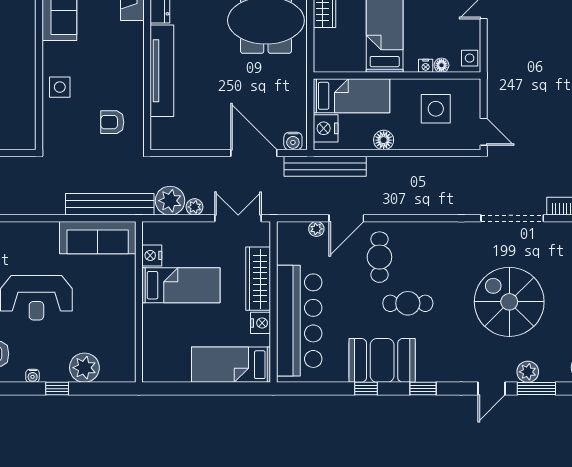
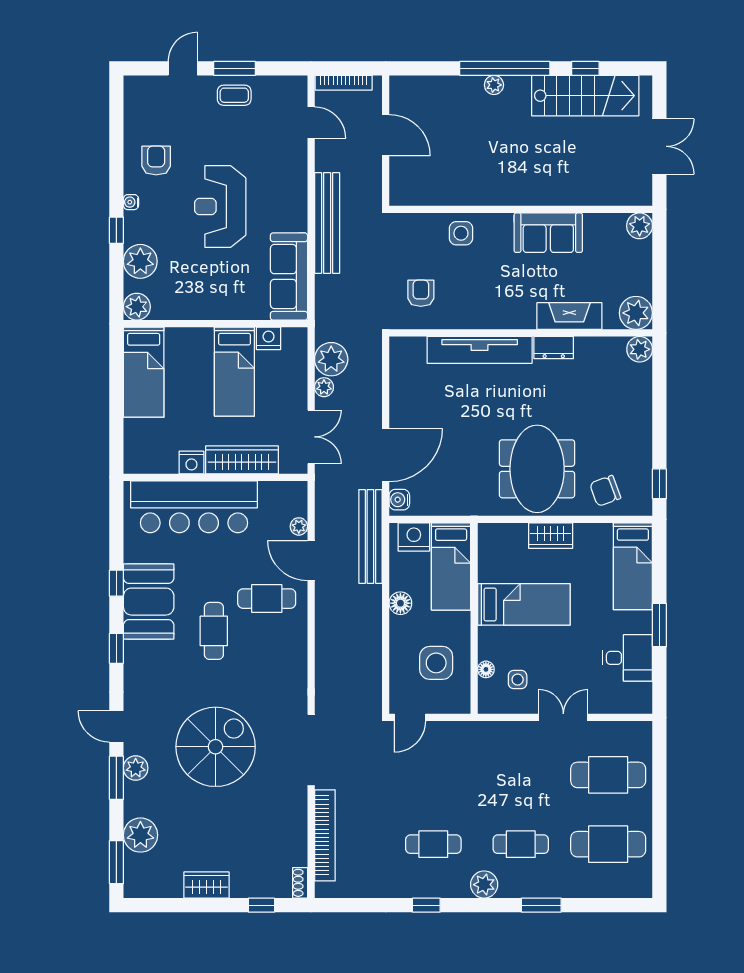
side table: (470, 58) -> (518, 680), moved
nightstand: (426, 66) -> (485, 651), removed
bench: (110, 204) -> (327, 223), moved
bed: (231, 365) -> (144, 372), moved, turned 180
plant: (124, 371) -> (137, 307), added

